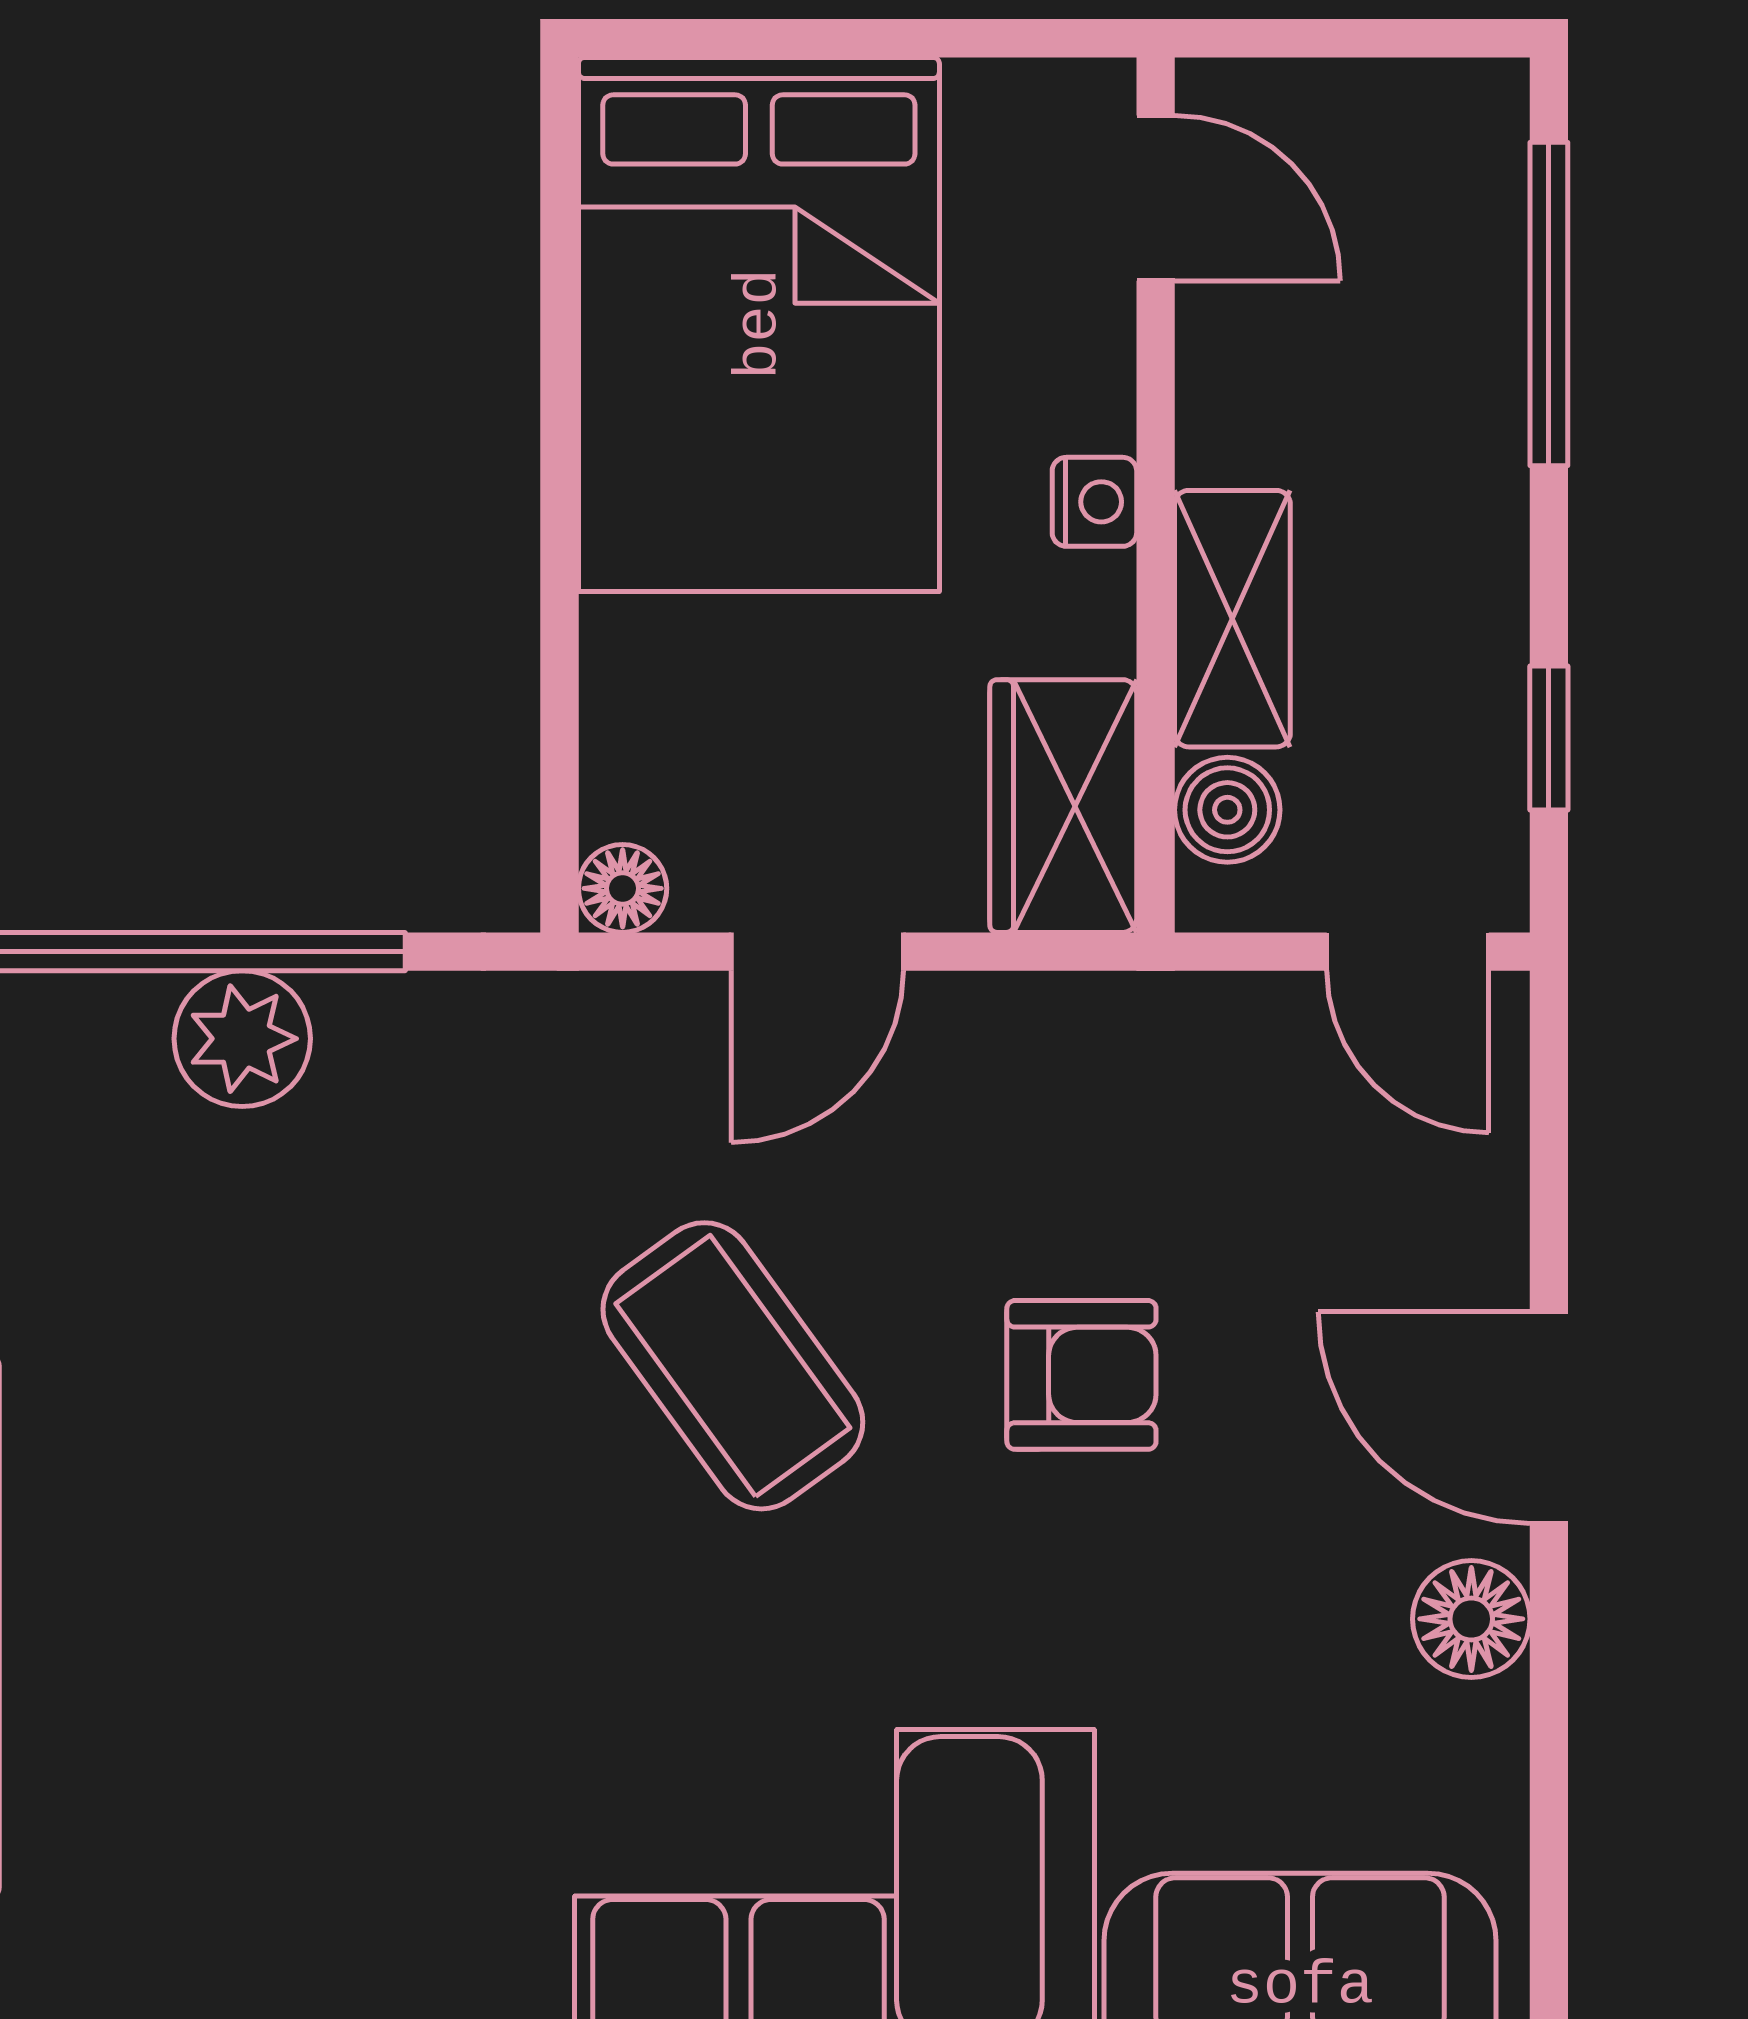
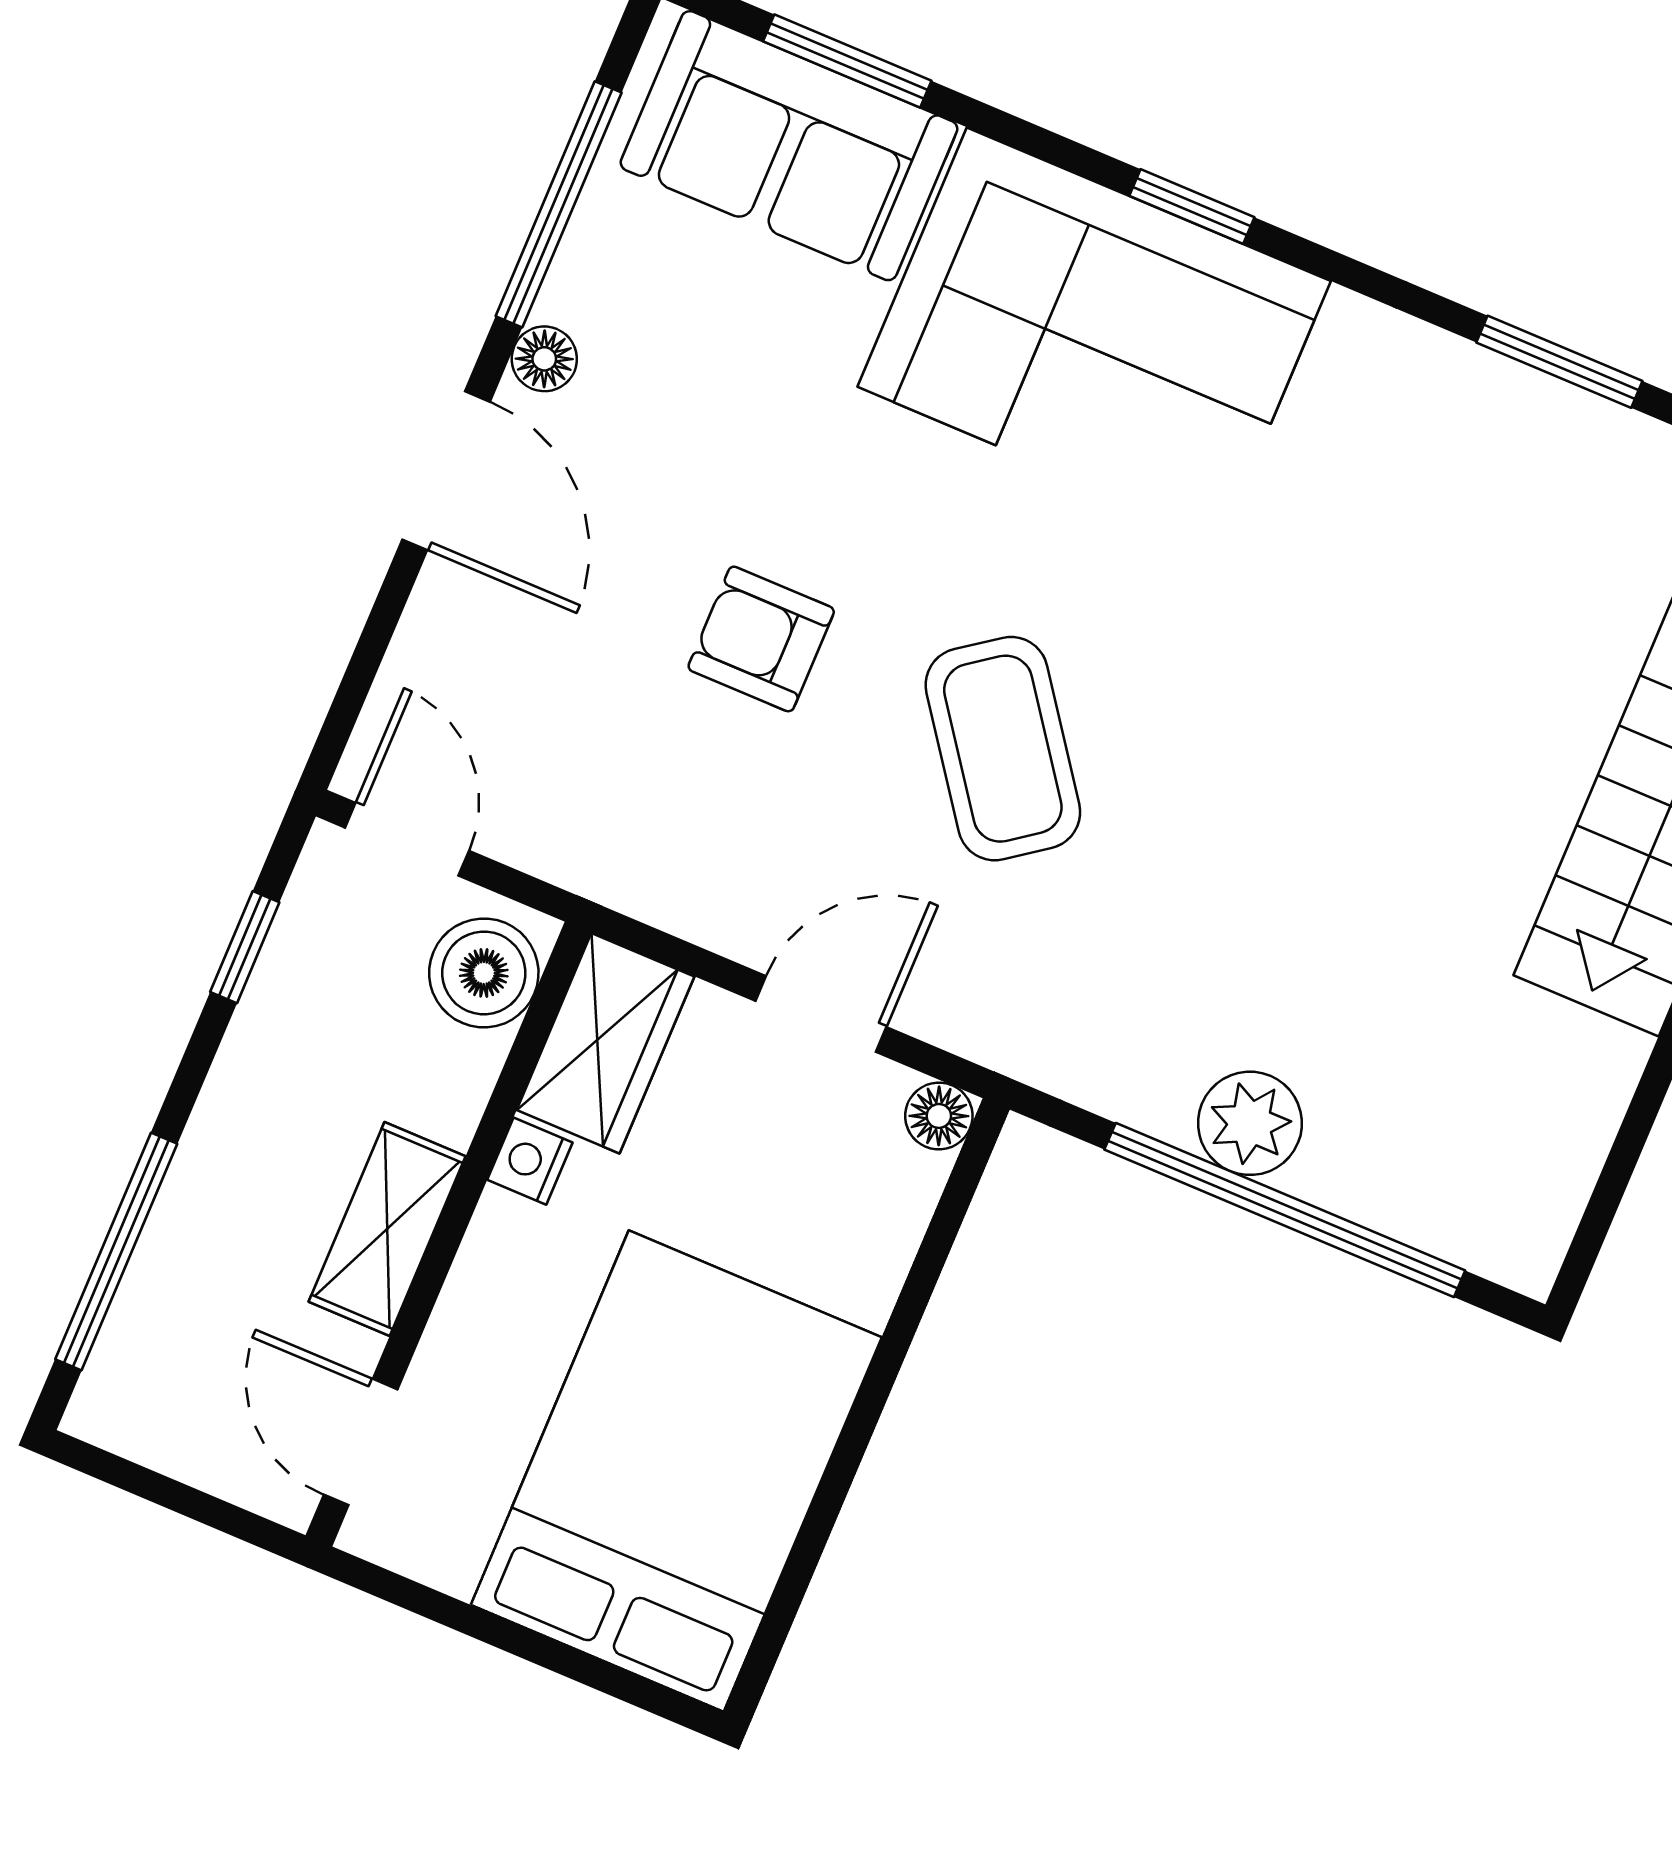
nightstand: (1094, 502) -> (530, 1161), moved
shelving: (1232, 619) -> (387, 1229), moved
boiler: (1227, 810) -> (484, 973), width x1.36, depth x1.36
floor lamp: (1471, 1619) -> (544, 359), width x0.73, depth x0.73
window: (1549, 1797) -> (559, 204), added

